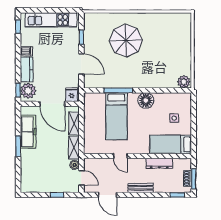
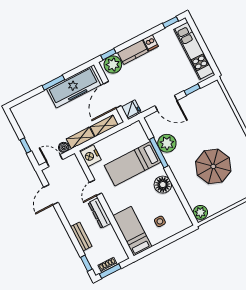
parasol: (126, 41) -> (213, 166), moved
door: (81, 64) -> (166, 103), hinge flipped
plant: (114, 80) -> (167, 143), added
freezer: (28, 132) -> (74, 87), width x1.36, depth x1.26
nightstand: (93, 147) -> (91, 156), added
dresser: (159, 163) -> (100, 213), moved
door: (81, 178) -> (54, 161), swing flipped
bench: (141, 188) -> (81, 237), moved

